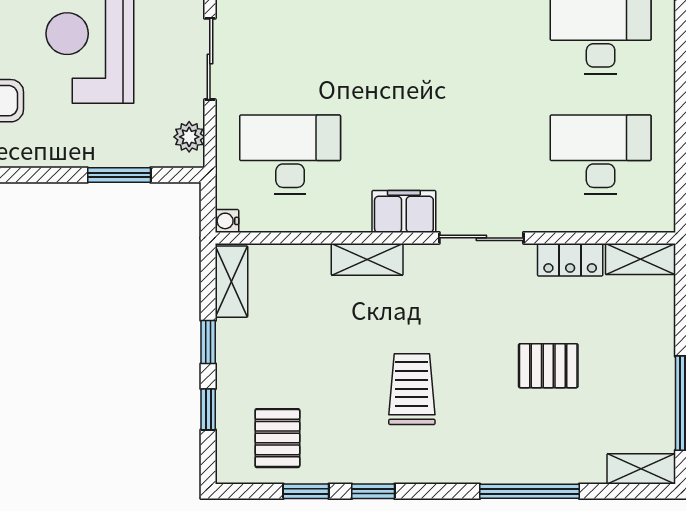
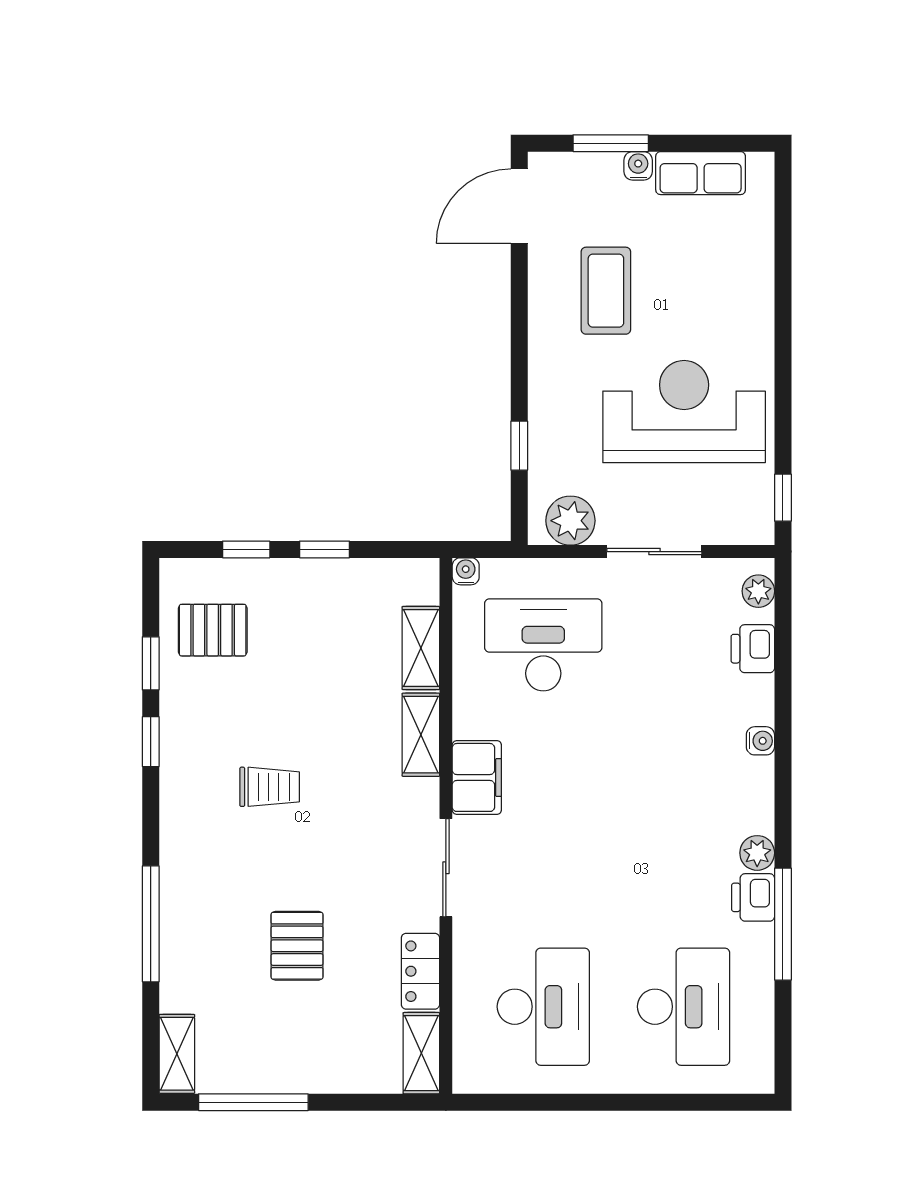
plant: (189, 137) -> (570, 521), width x1.38, depth x1.38
desk: (290, 154) -> (543, 645), turned -90
window: (119, 175) -> (519, 446), width x0.67
shelving: (231, 282) -> (421, 648), moved, turned 90
trolley: (412, 389) -> (270, 787), width x0.73, depth x0.72

